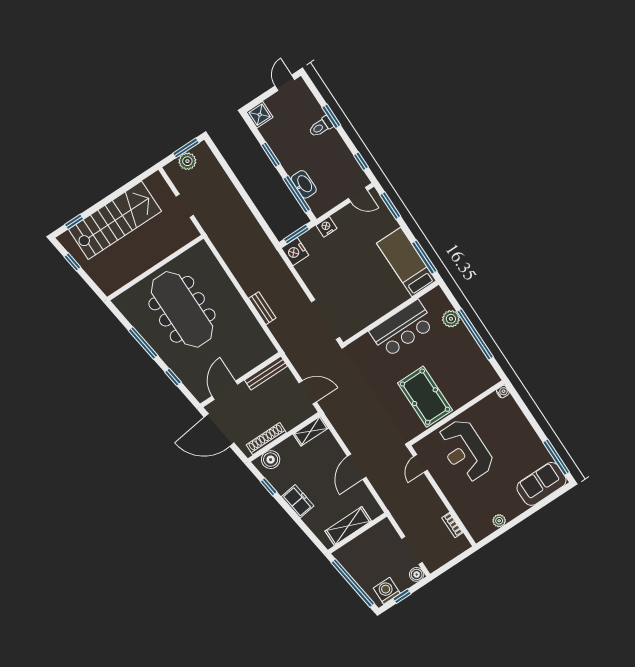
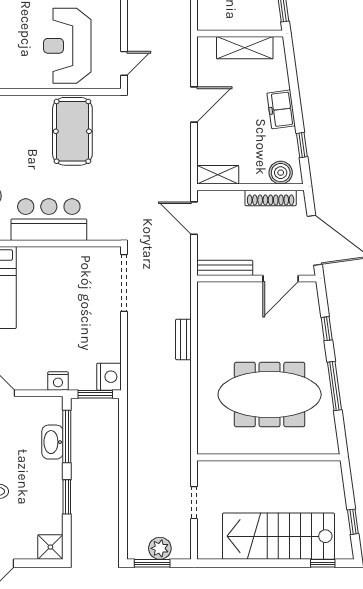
meeting table: (182, 309) -> (270, 395), turned 90
reception desk: (465, 450) -> (67, 46), turned 180

